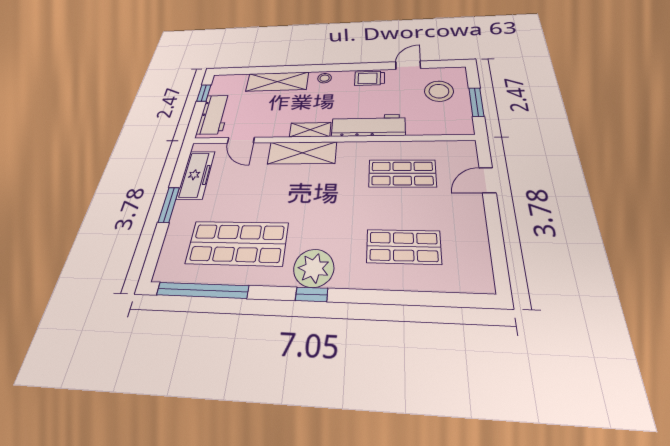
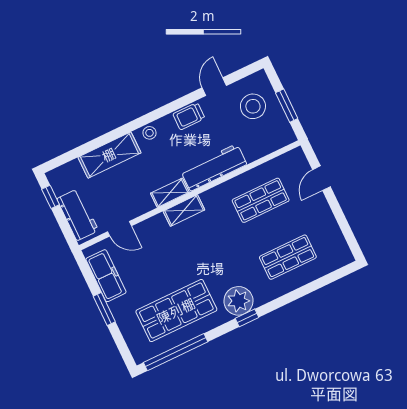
shelving: (302, 153) -> (184, 210), width x0.67, depth x0.75

